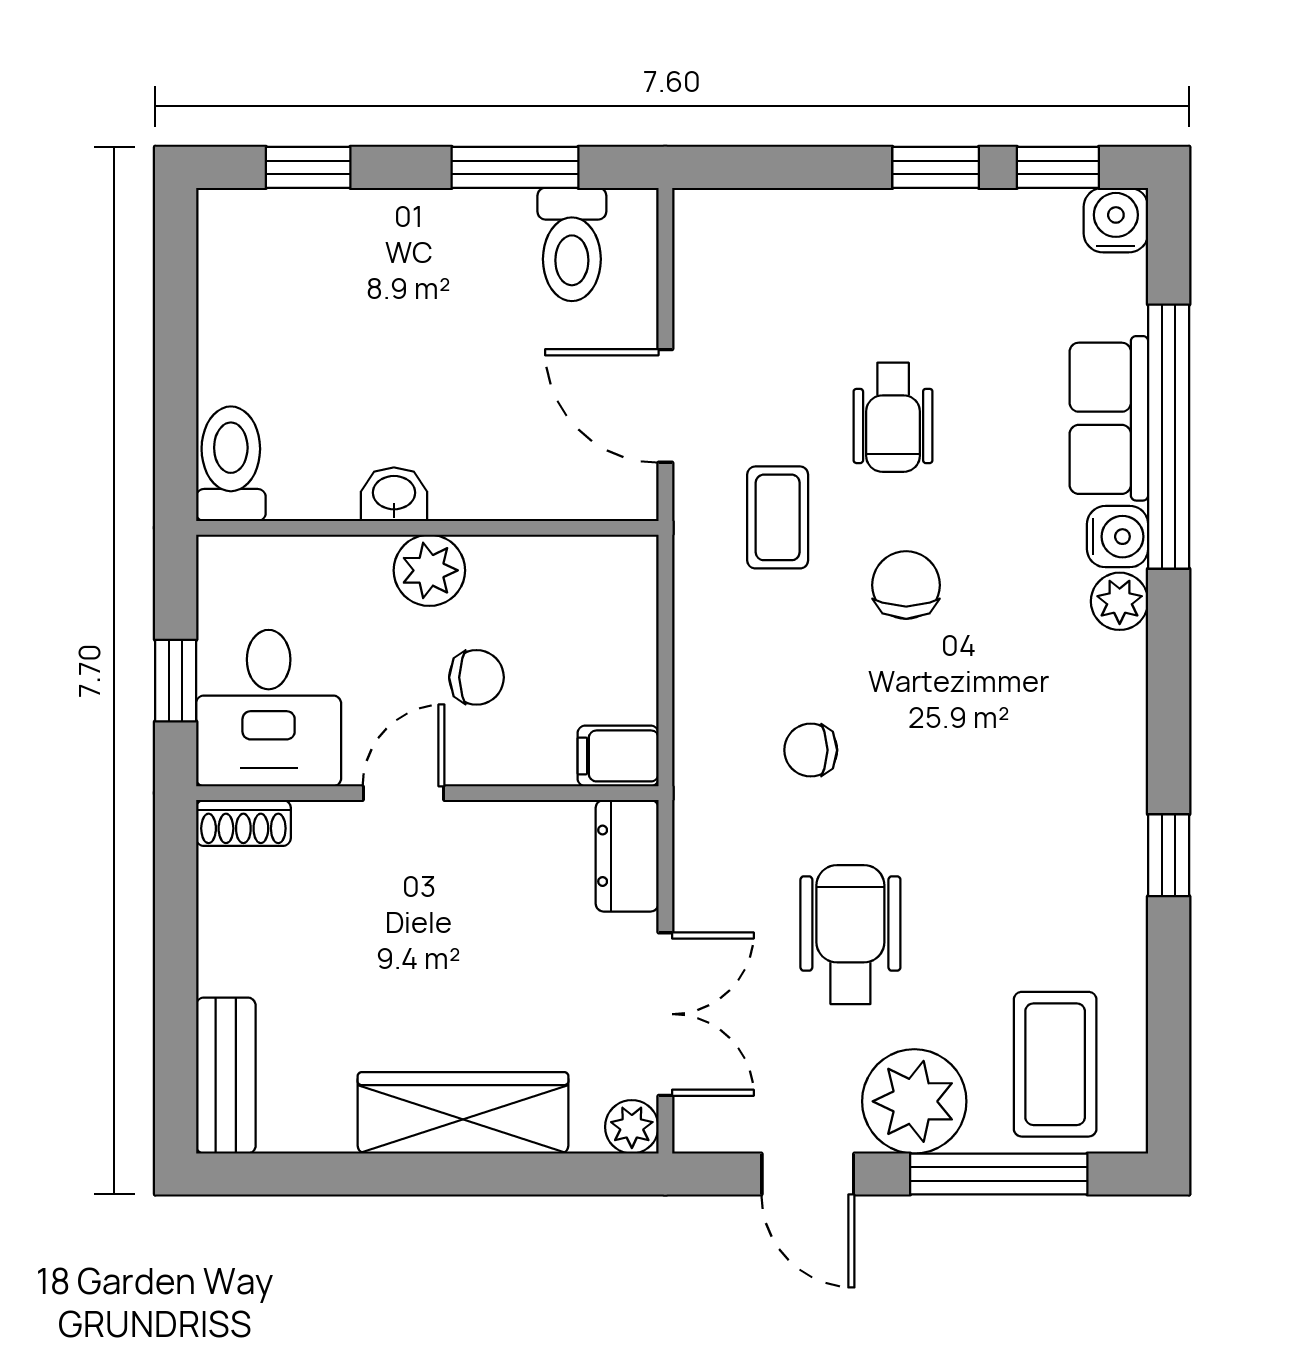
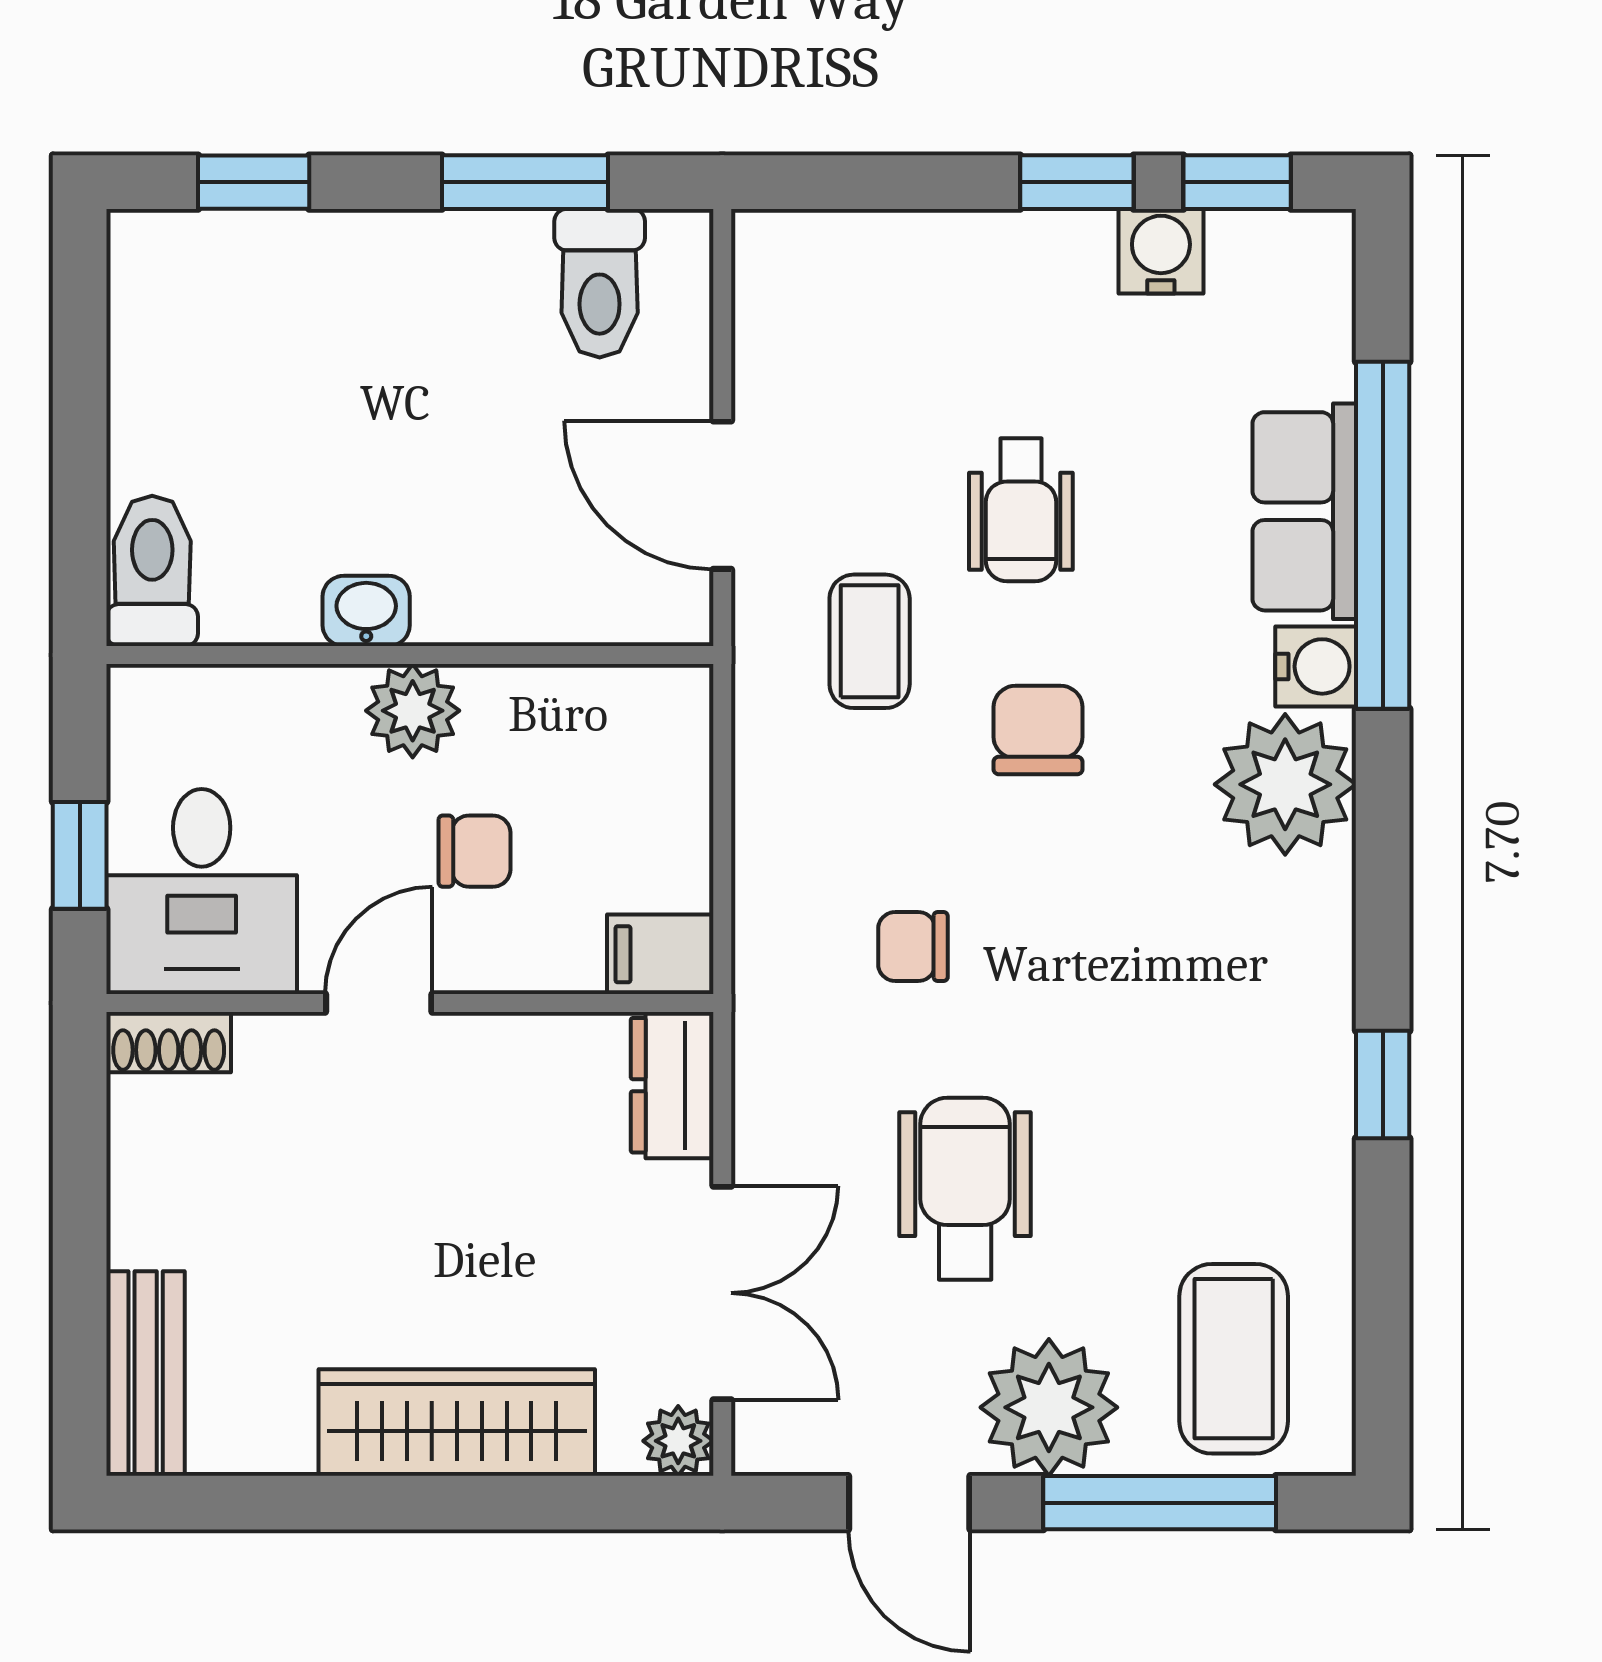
water cooler: (1116, 220) -> (1161, 251), moved
plant: (1120, 601) -> (1285, 784), width x1.87, depth x1.87

